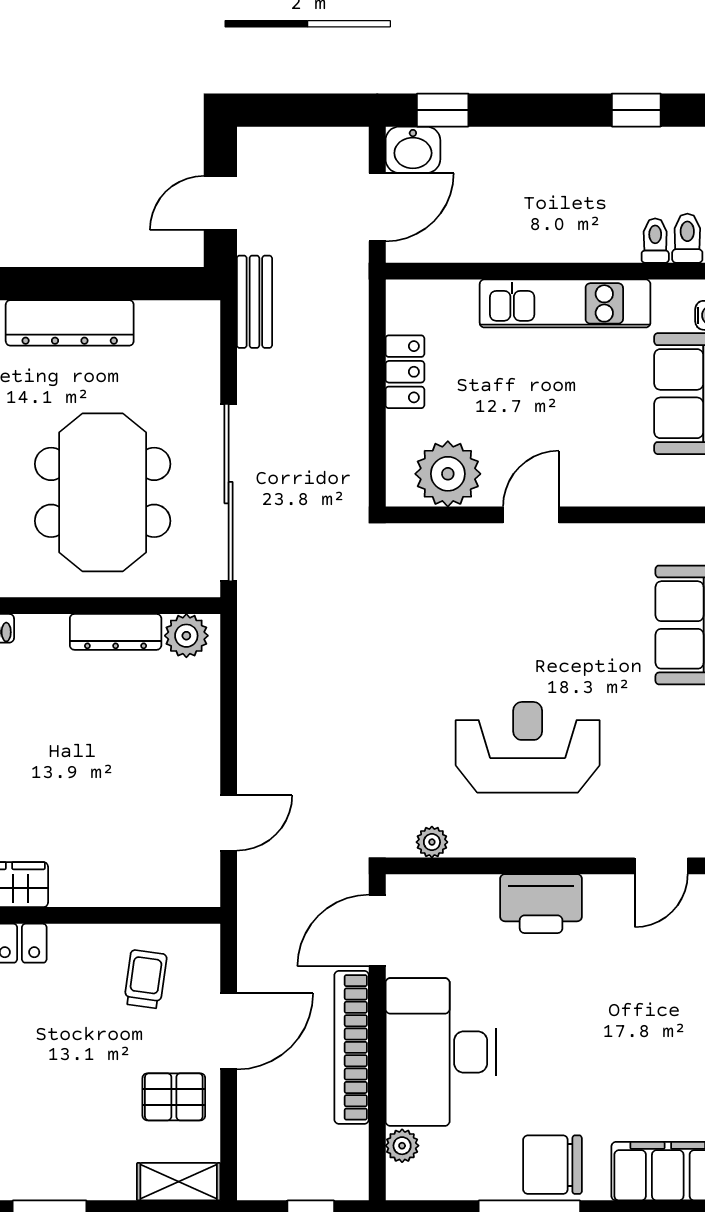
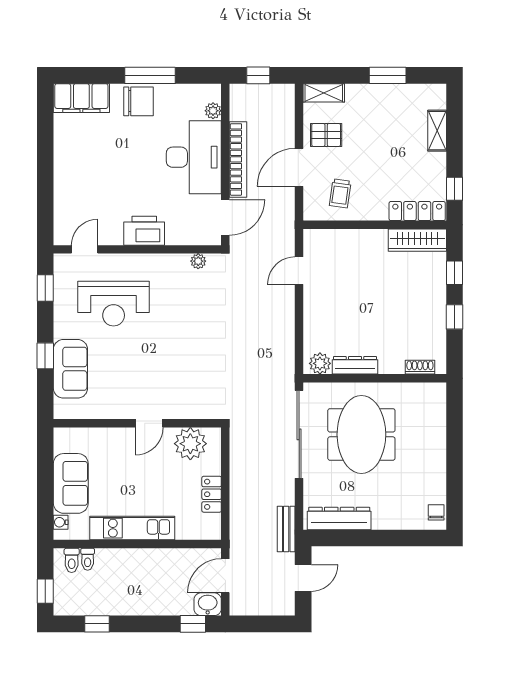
dresser: (70, 323) -> (339, 518), moved
reception desk: (528, 747) -> (114, 304), moved

